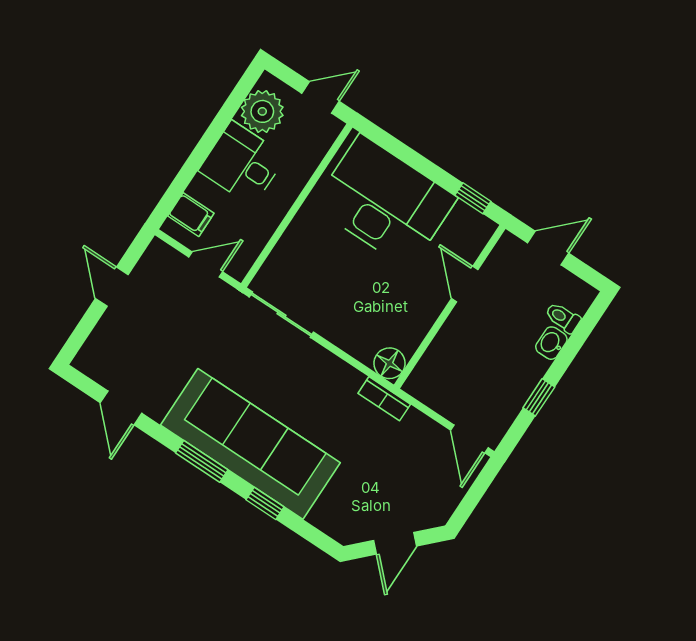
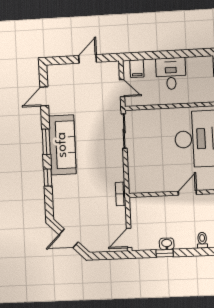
plant: (262, 111) -> (197, 67), removed
washbasin: (551, 343) -> (167, 244), moved
floor lamp: (390, 363) -> (136, 186), removed
sofa: (250, 444) -> (62, 145), width x0.74, depth x0.79

